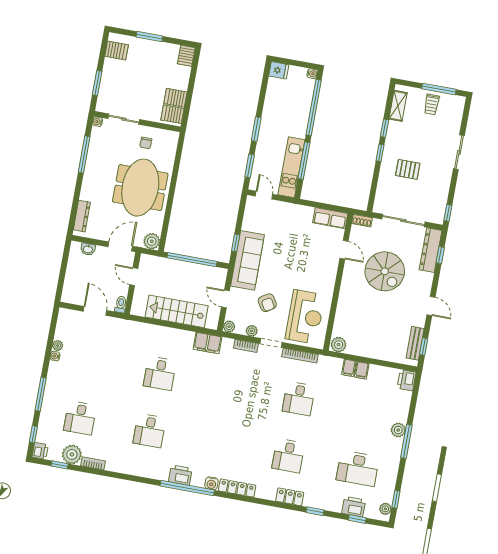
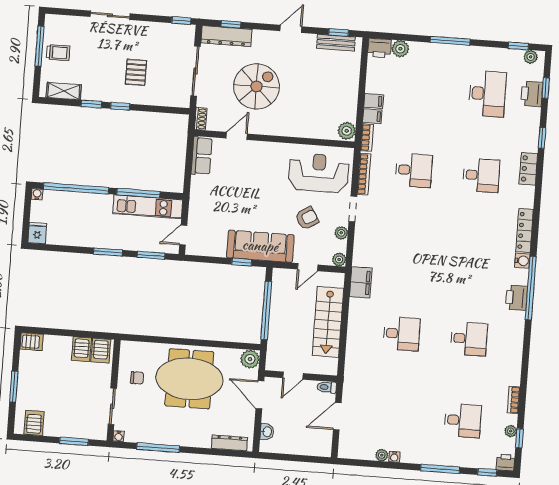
bookcase: (246, 346) -> (367, 138), moved
plant: (398, 430) -> (400, 49), moved
plant: (72, 454) -> (511, 431), width x0.53, depth x0.53

